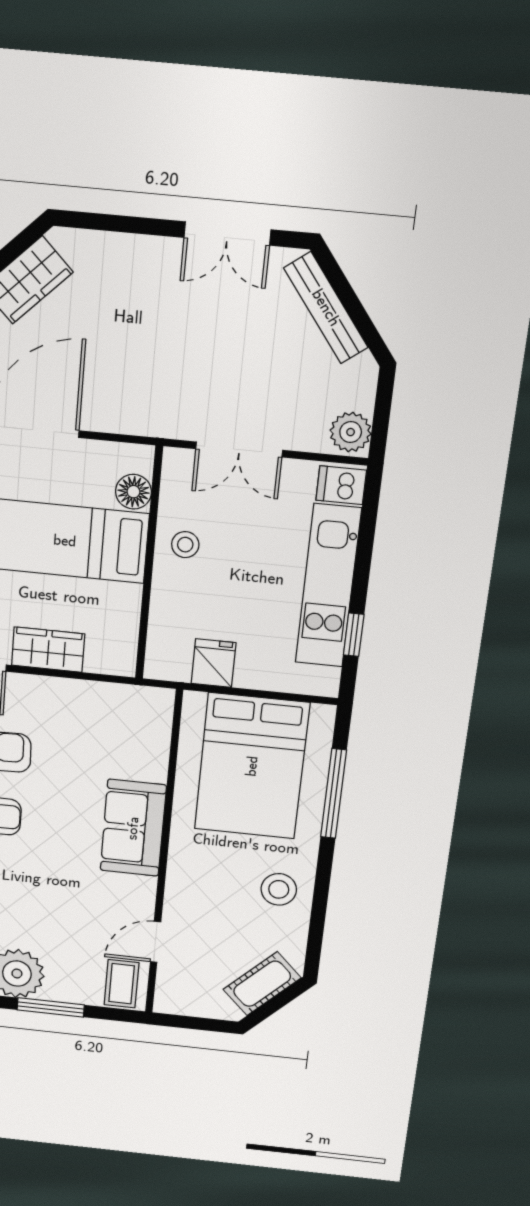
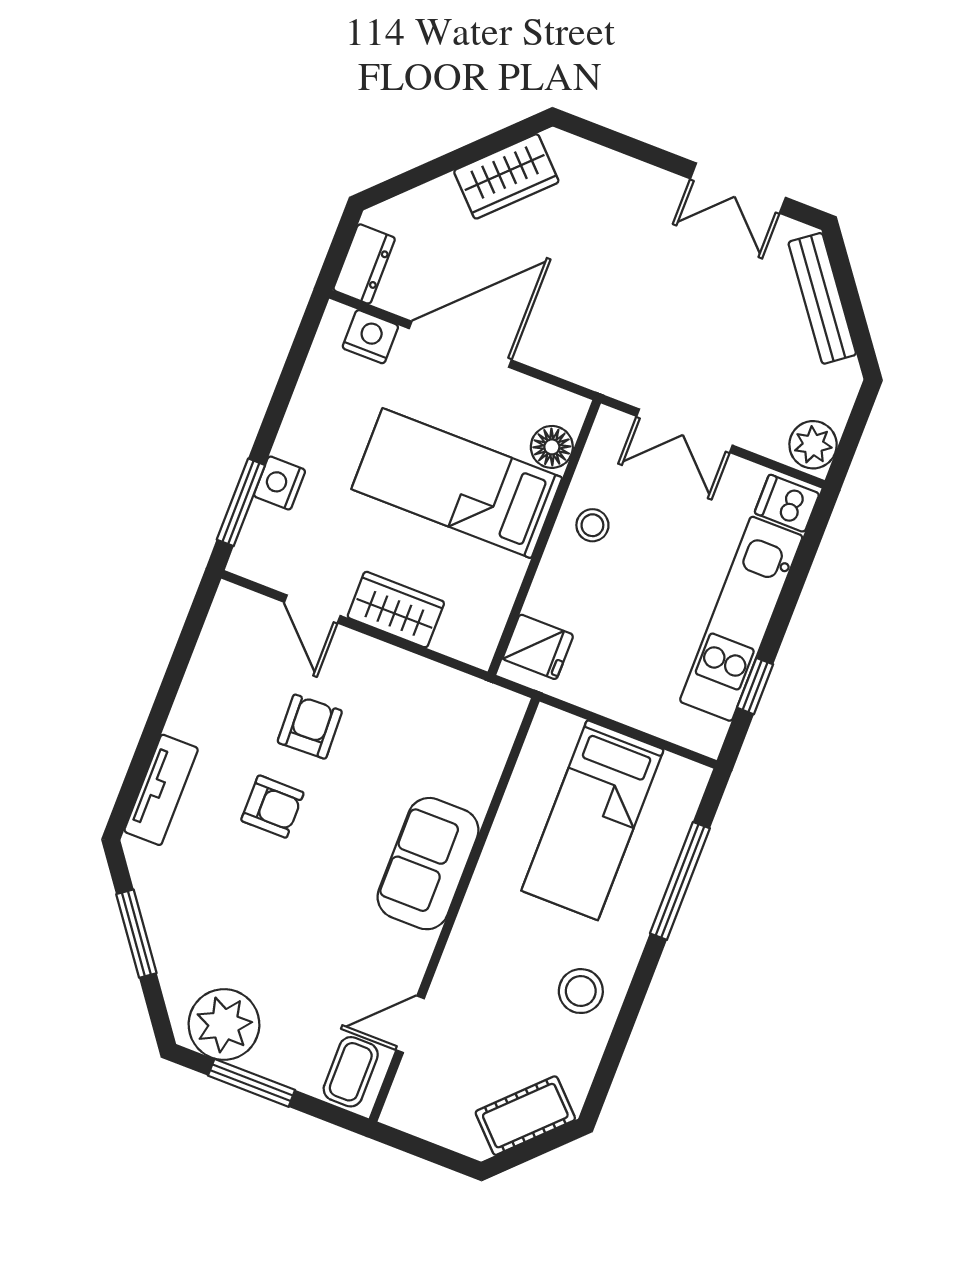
fridge: (214, 663) -> (538, 647), moved, turned 90
bed: (252, 766) -> (592, 820), width x0.67

